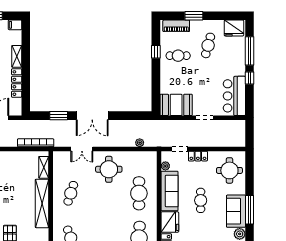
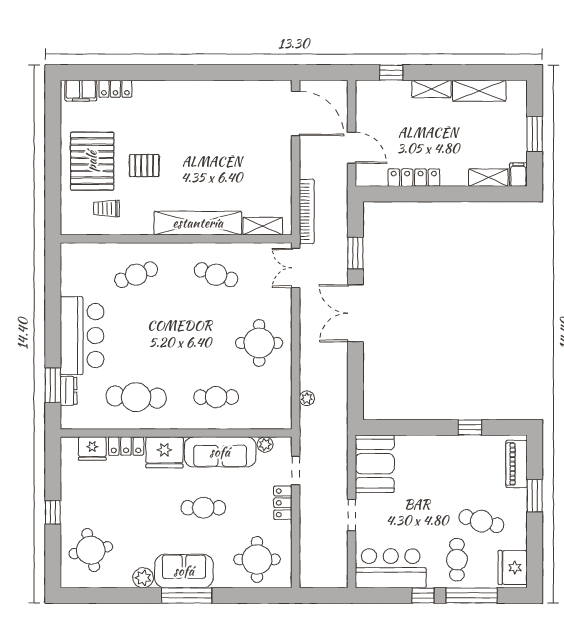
shelving: (17, 56) -> (488, 178), moved
cafe table: (178, 56) -> (457, 560), moved
double door: (82, 149) -> (296, 268), moved
cafe table: (139, 193) -> (216, 397), width x0.73, depth x0.74

